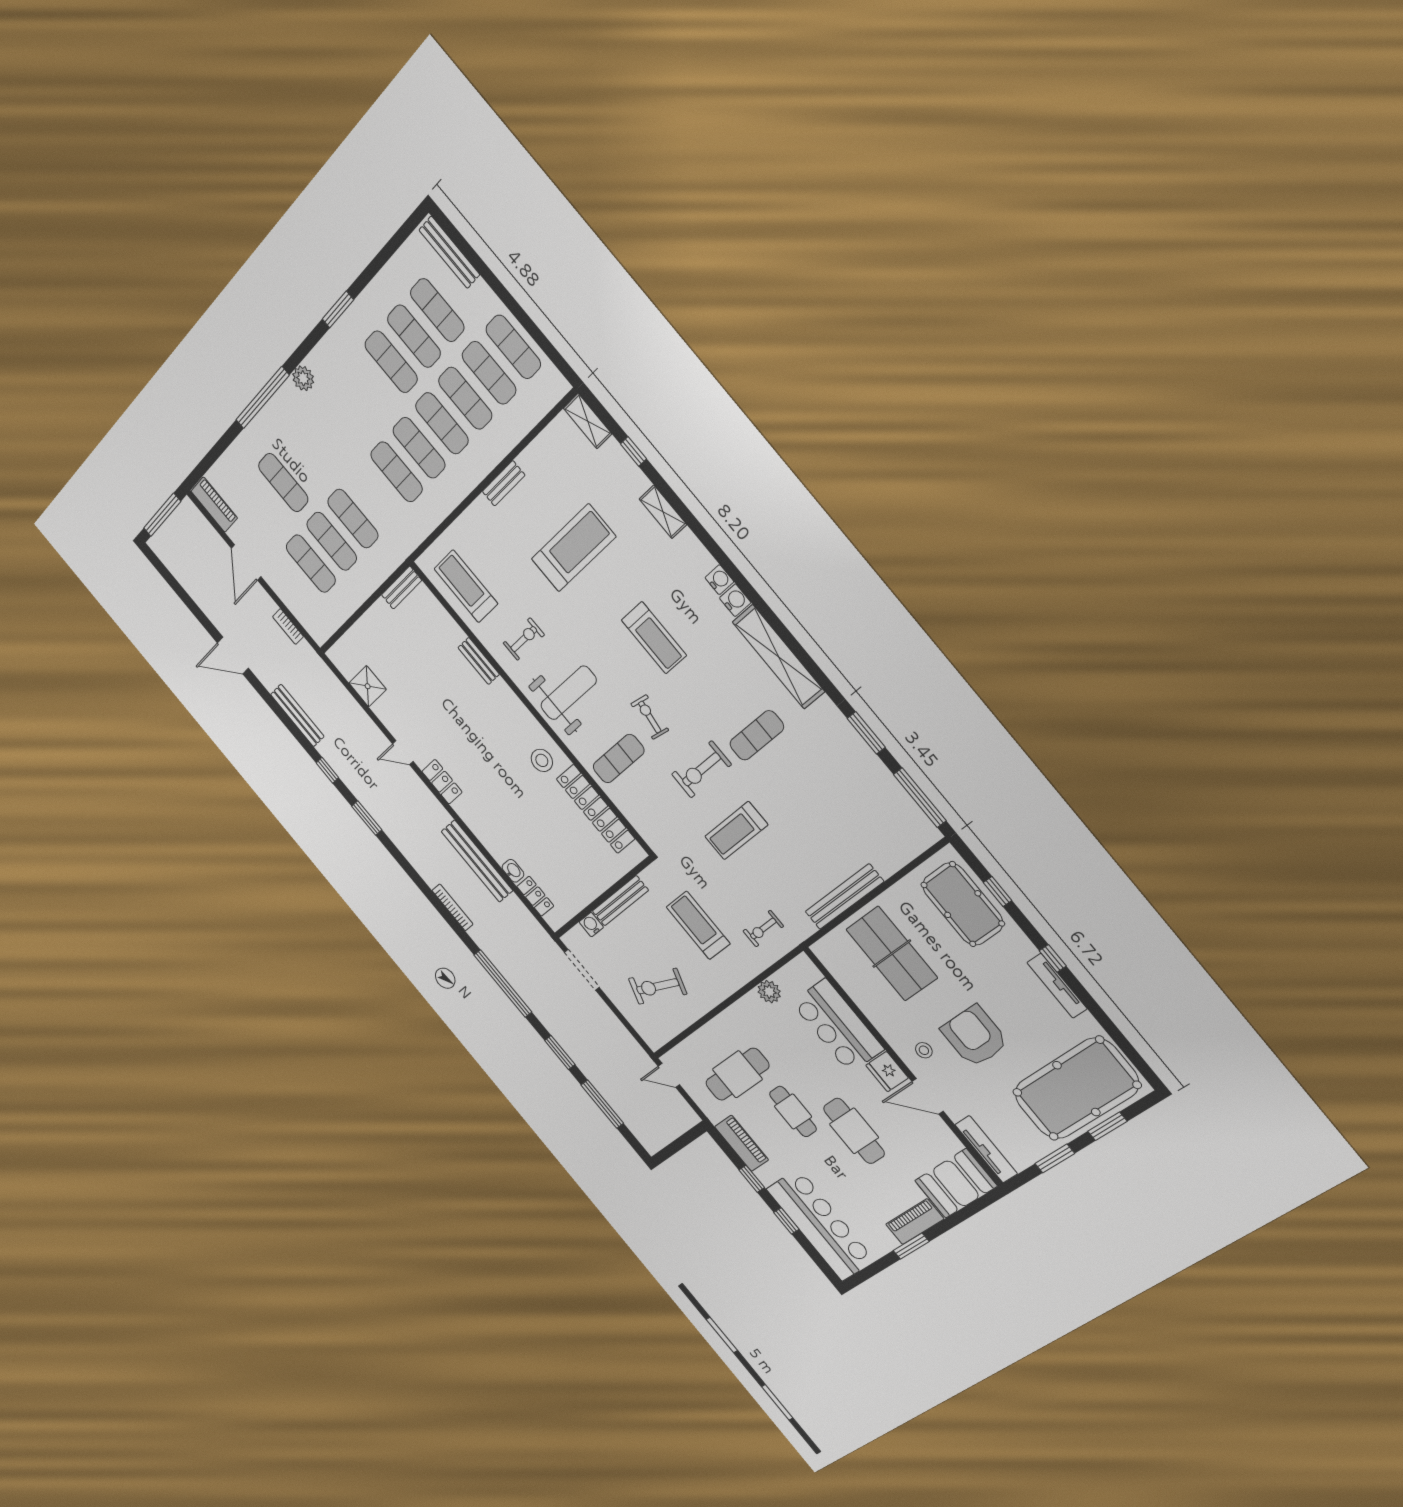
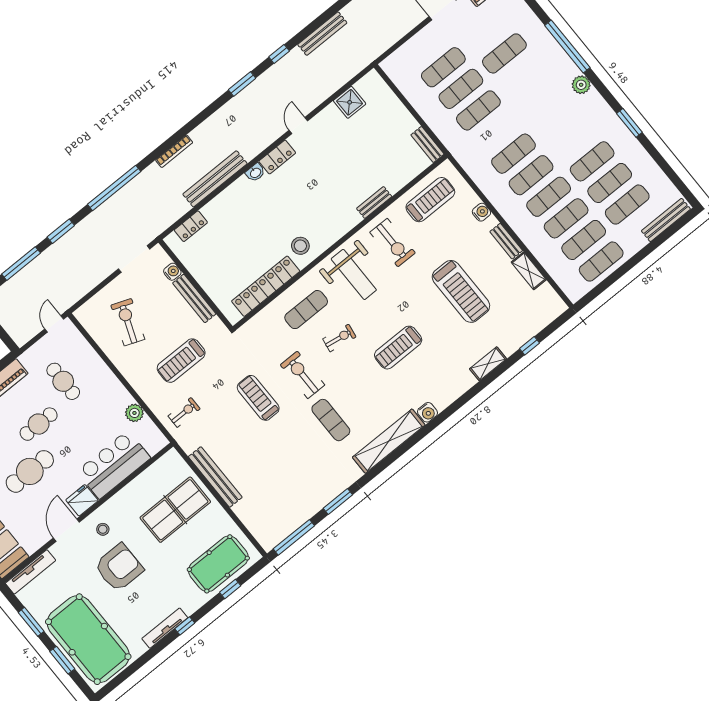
shelving: (588, 421) -> (529, 271), moved, turned 90
water cooler: (719, 580) -> (481, 212), moved, turned -90
bookcase: (288, 627) -> (393, 38), removed
exercise bike: (524, 639) -> (393, 243), width x1.38, depth x1.39
exercise mat: (619, 759) -> (306, 310), turned 90
washbasin: (513, 871) -> (255, 173), moved
treadmill: (698, 925) -> (181, 361), turned 180
exercise bike: (763, 929) -> (184, 412), turned 90
cafe table: (737, 1074) -> (63, 381), width x0.73, depth x0.74

